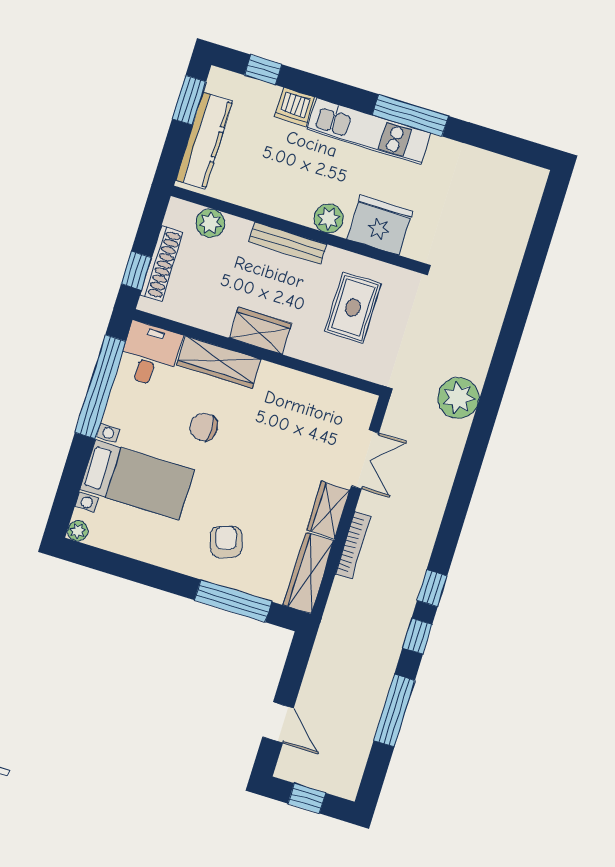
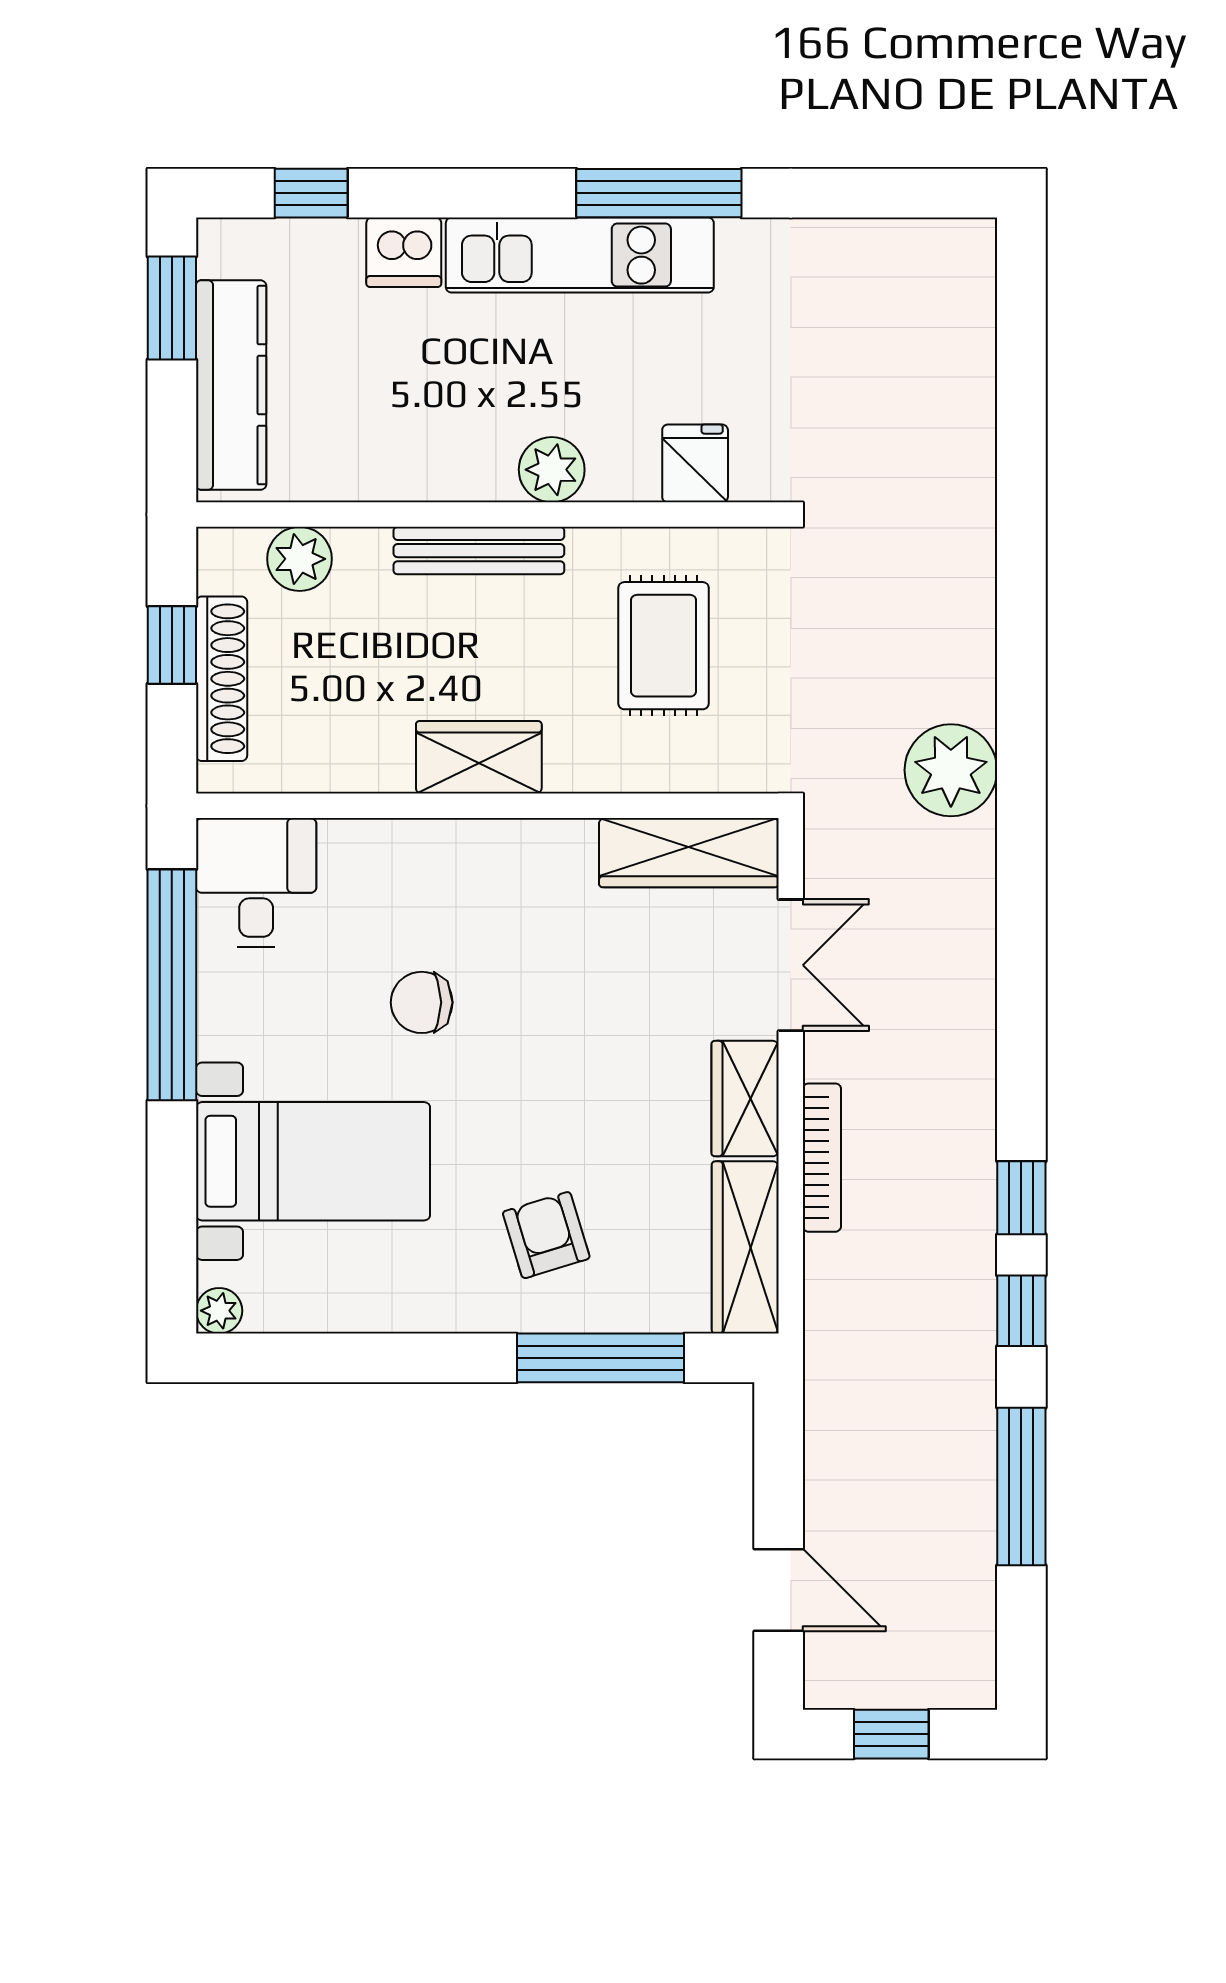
fridge: (380, 225) -> (695, 463), width x0.53, depth x0.75
window: (136, 271) -> (172, 645), moved
wardrobe: (219, 362) -> (689, 853), moved

